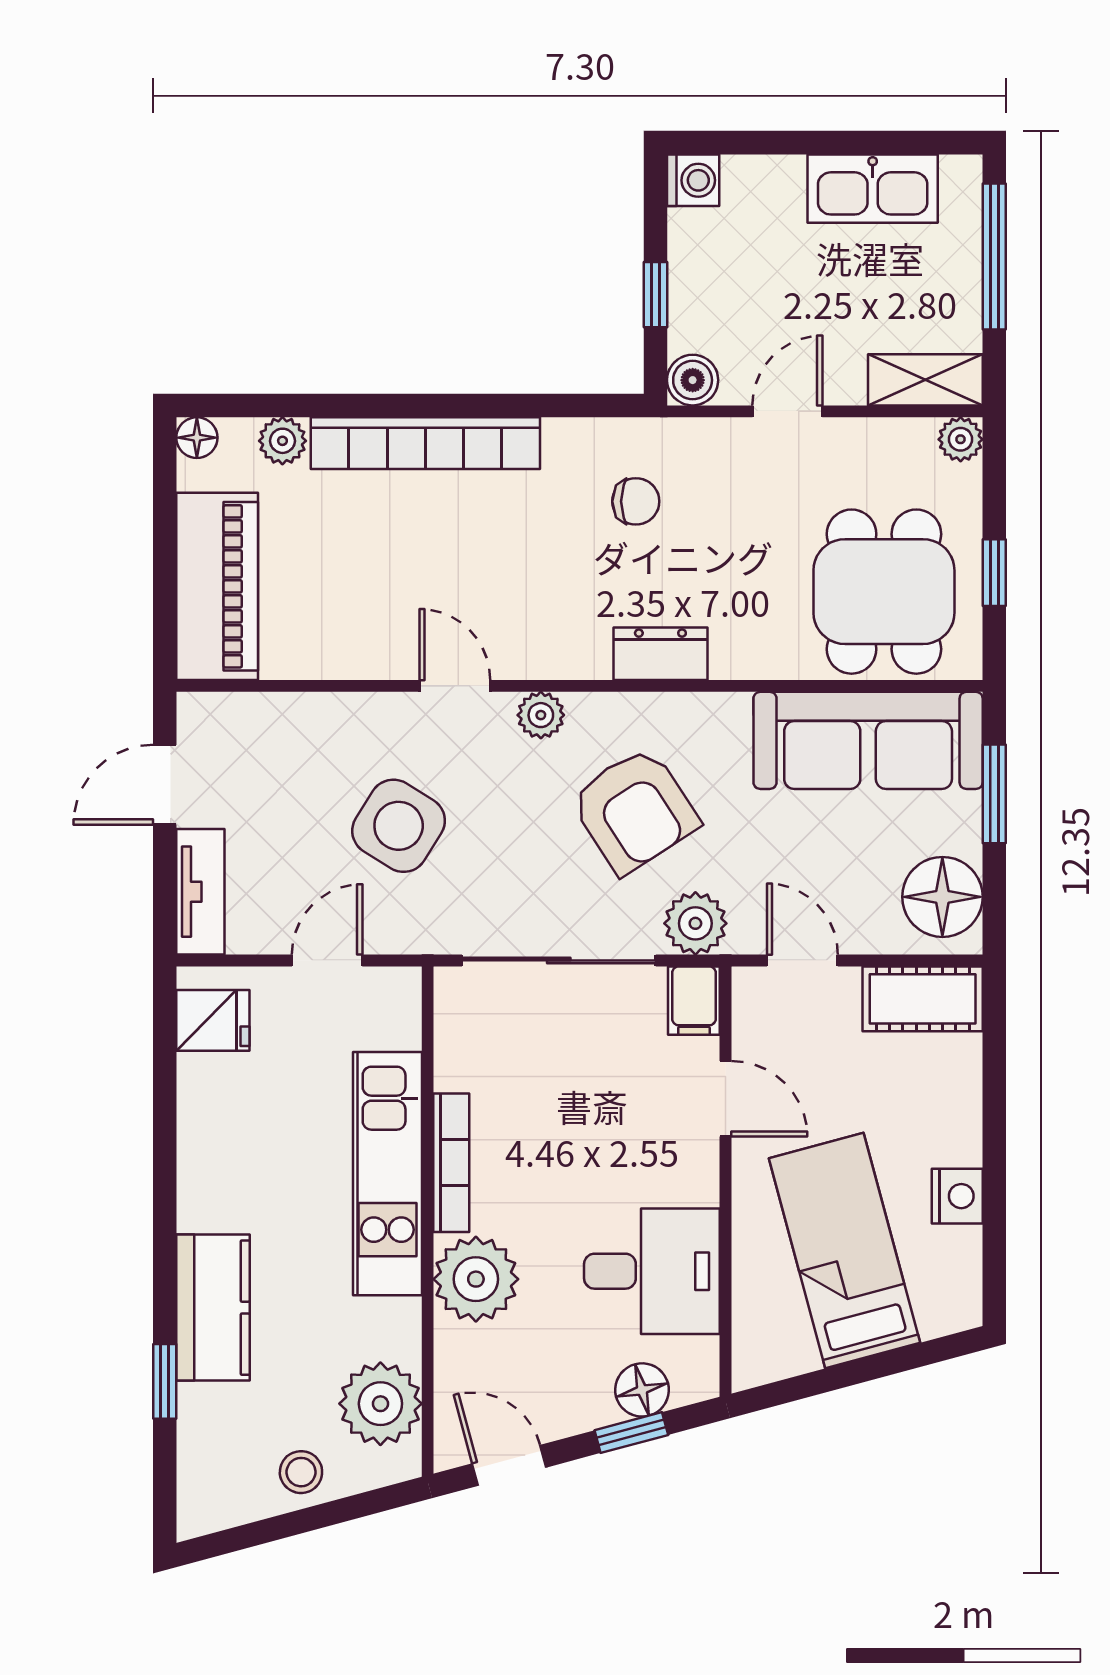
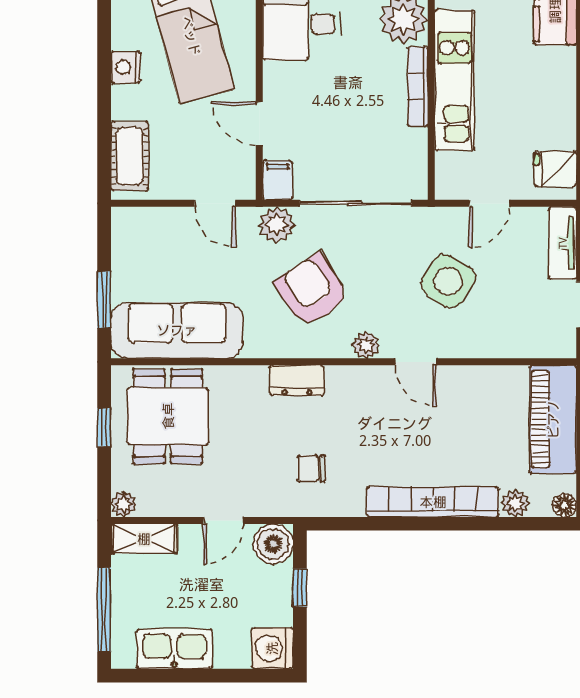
washing machine: (693, 180) -> (272, 648), width x1.38, depth x1.38
boiler: (693, 380) -> (273, 544), width x1.36, depth x1.36
floor lamp: (942, 897) -> (134, 240), removed
cot: (923, 999) -> (130, 156), moved, turned 90

